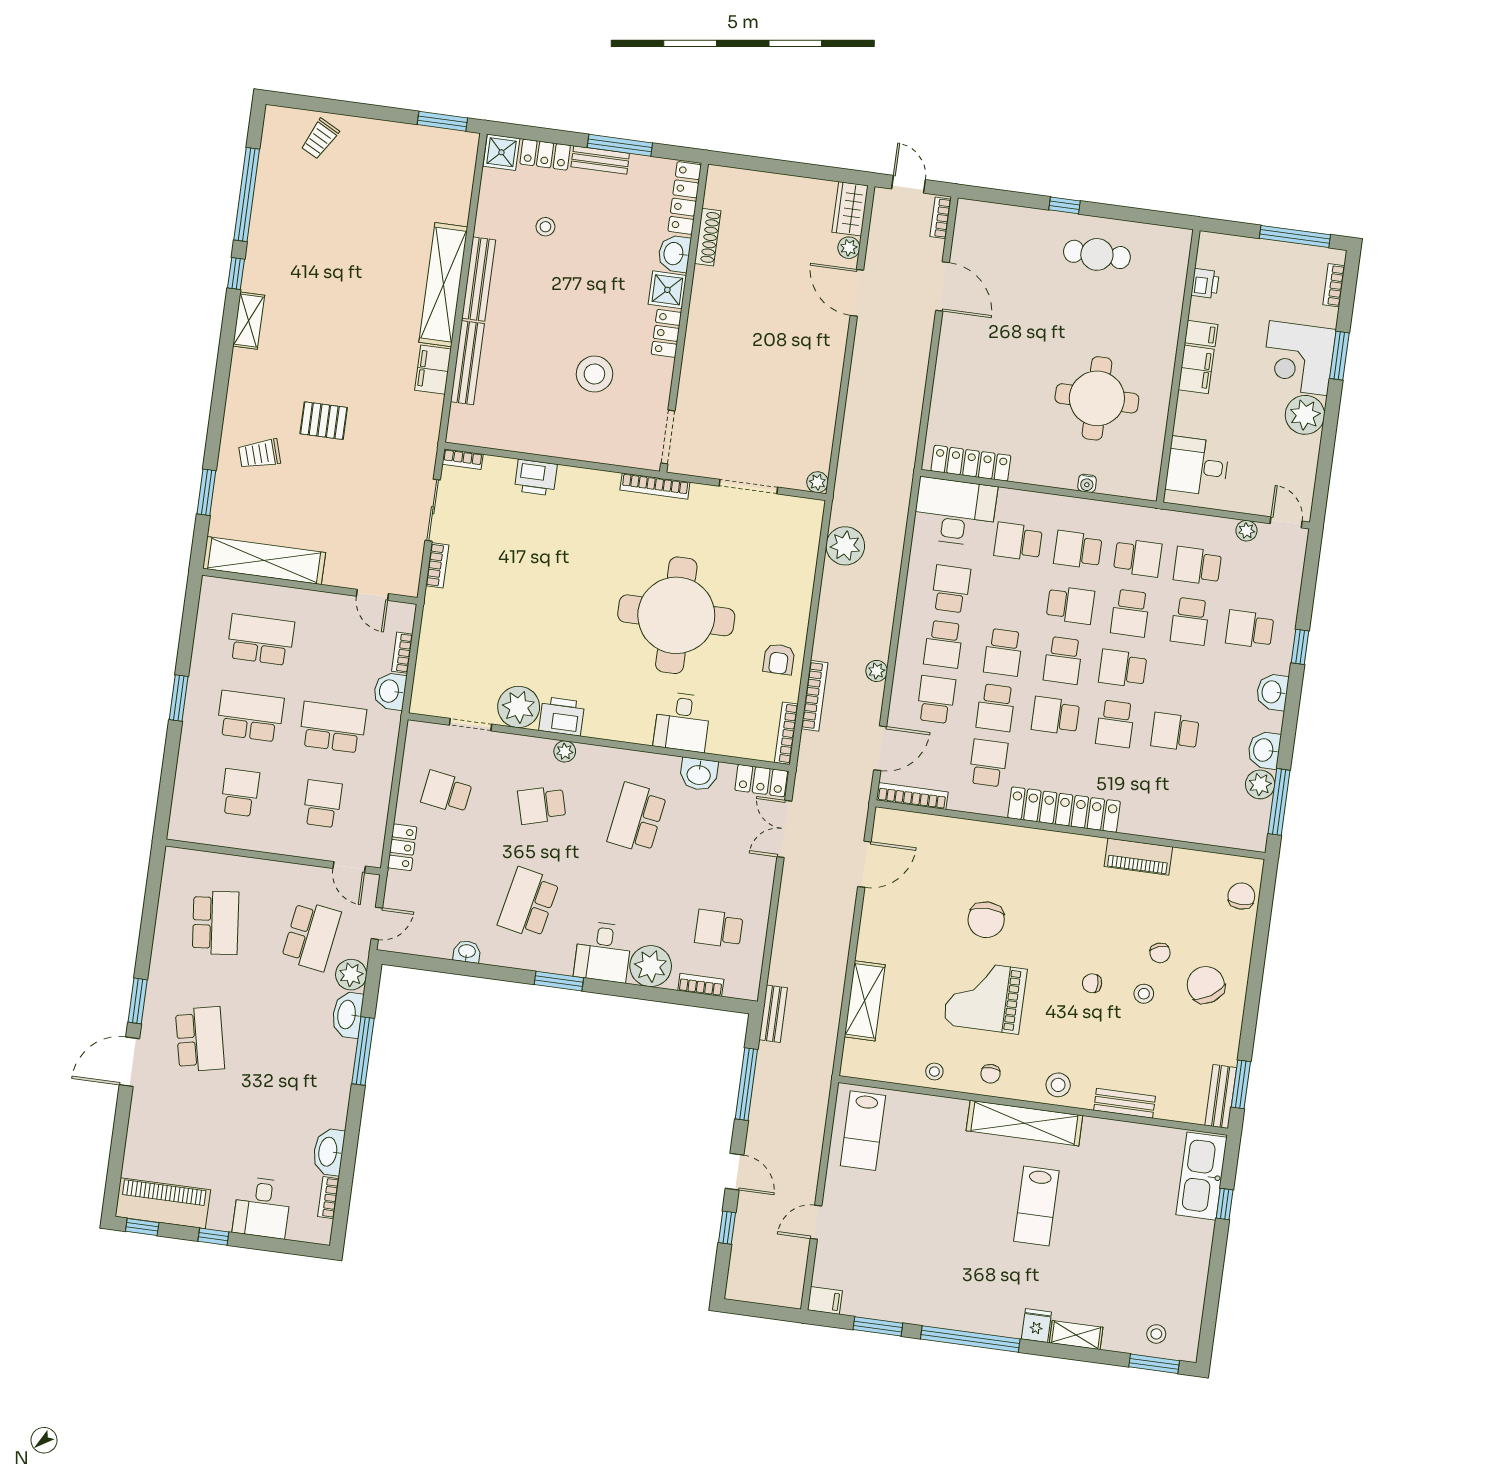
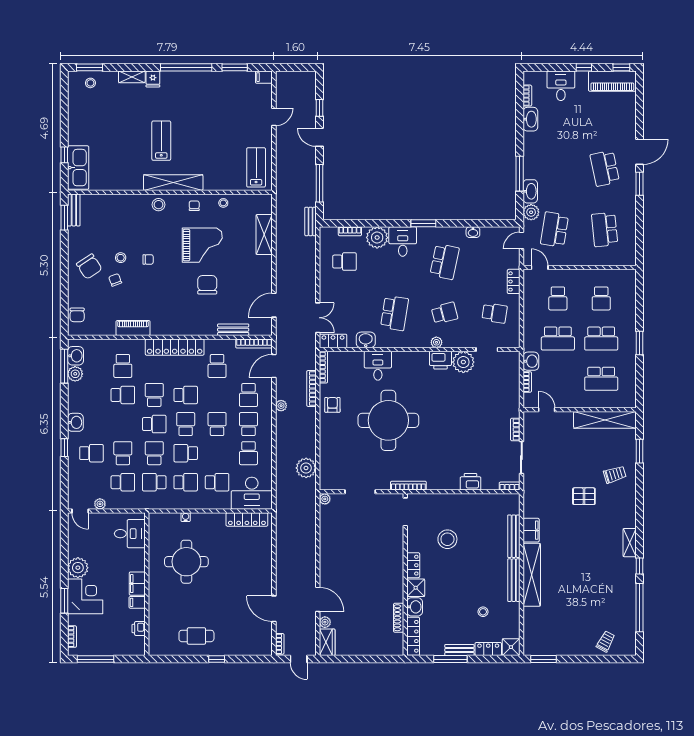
school desk: (996, 708) -> (123, 366), moved, turned 180
washbasin: (1264, 750) -> (76, 356), moved
bench: (1125, 1103) -> (233, 330), moved

